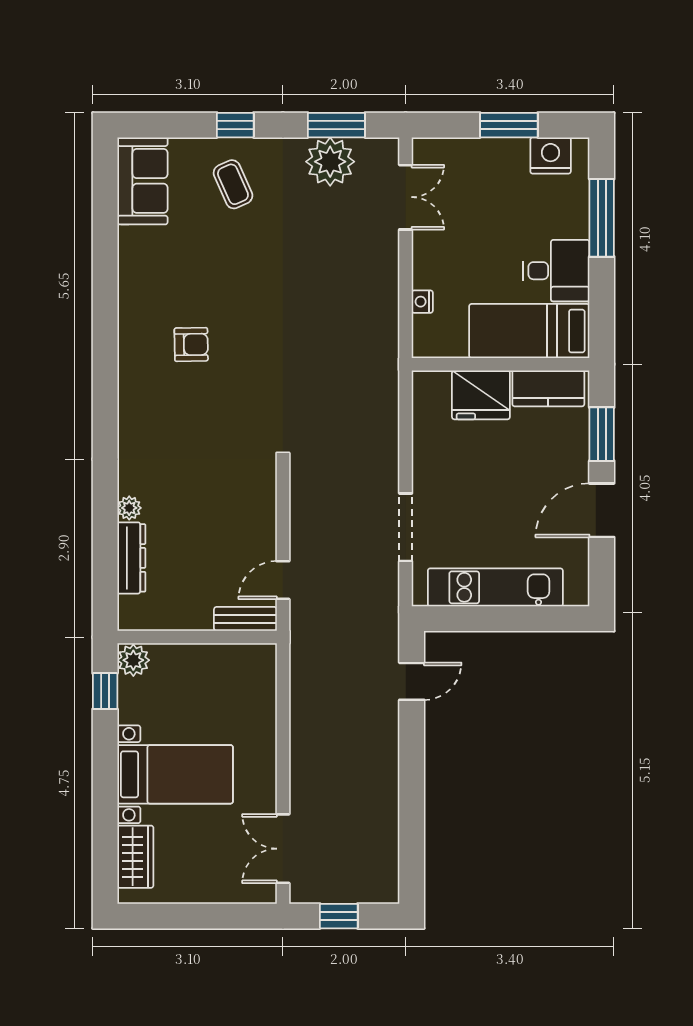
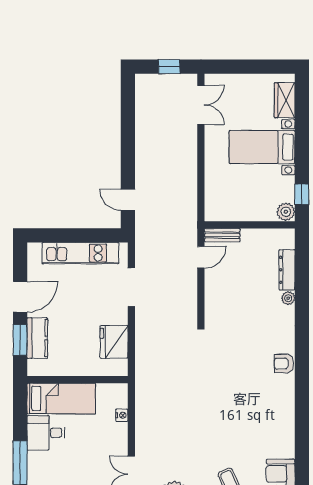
armchair: (191, 344) -> (284, 363), moved
kitchen counter: (548, 388) -> (37, 338), moved, turned 90
fridge: (481, 395) -> (114, 342), moved, turned -90
door: (412, 681) -> (128, 200), hinge flipped

